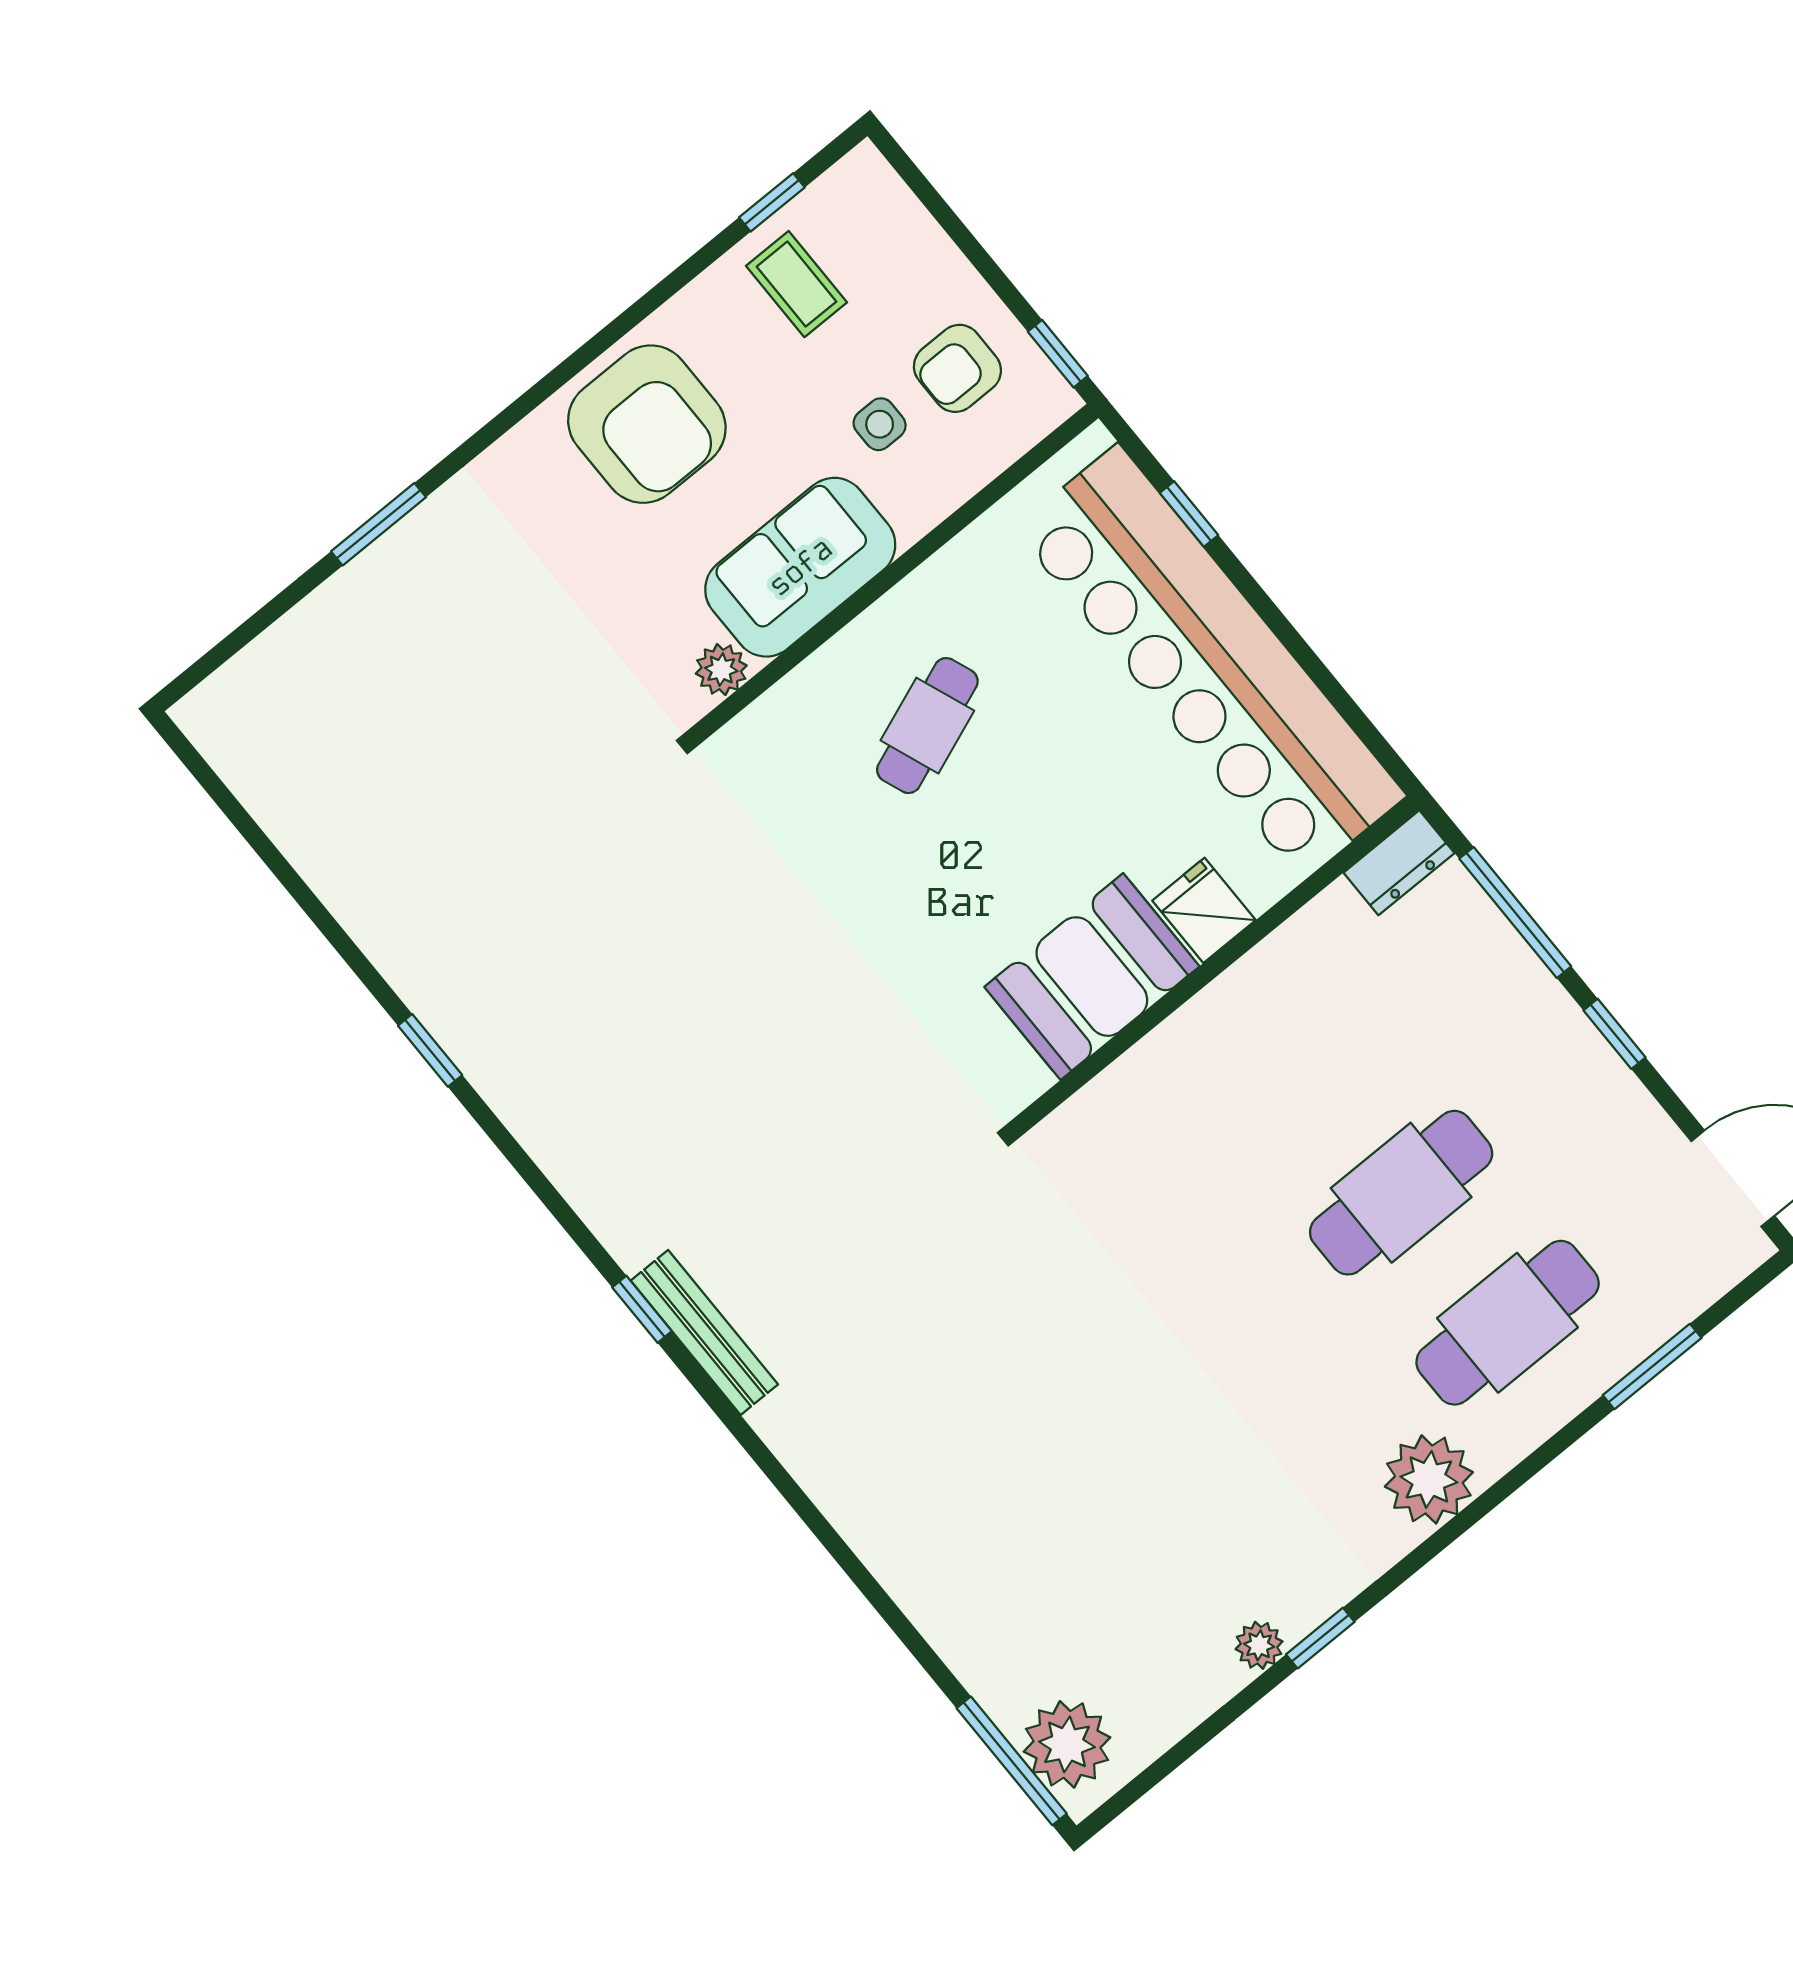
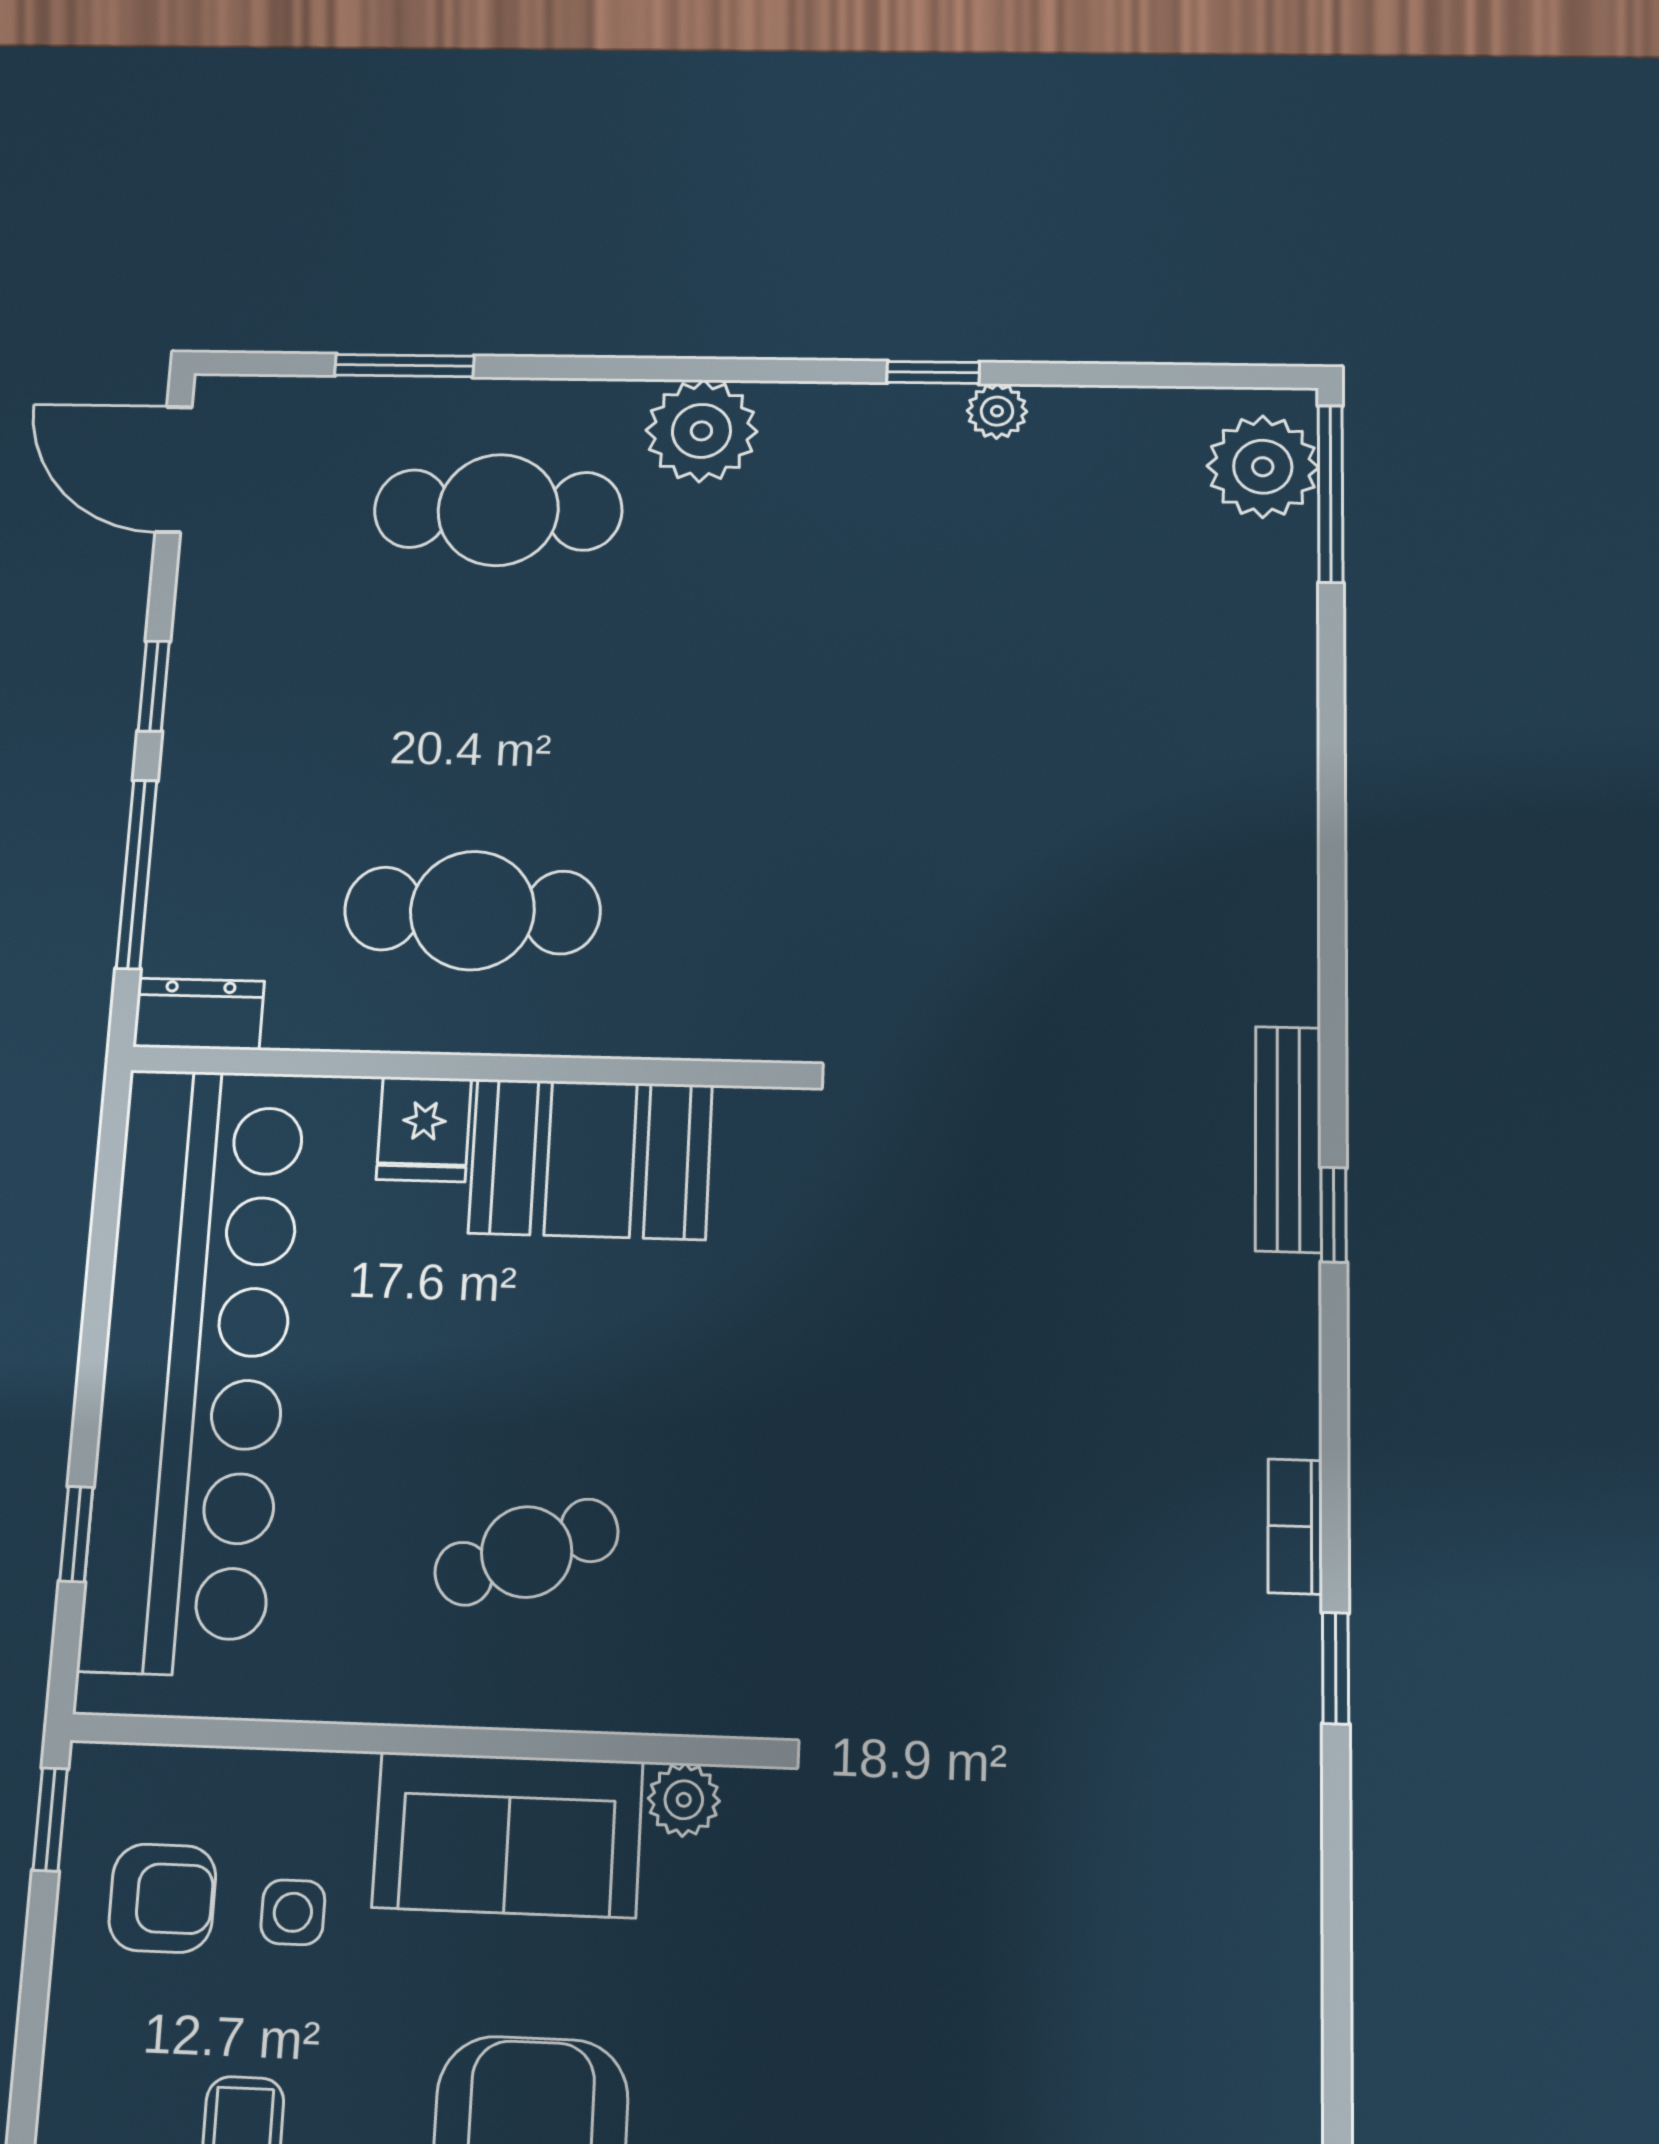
bookcase: (516, 1110) -> (1295, 1526), added
cafe table: (1401, 1193) -> (472, 910), moved

